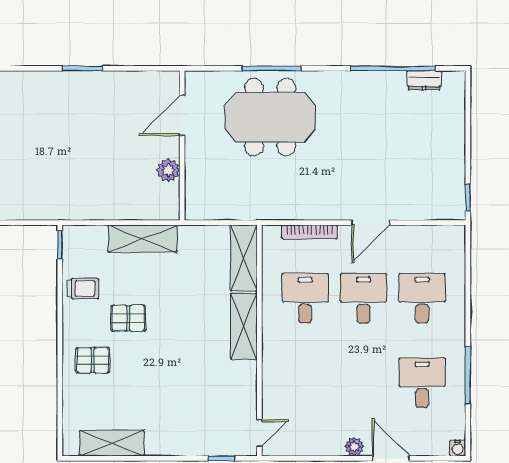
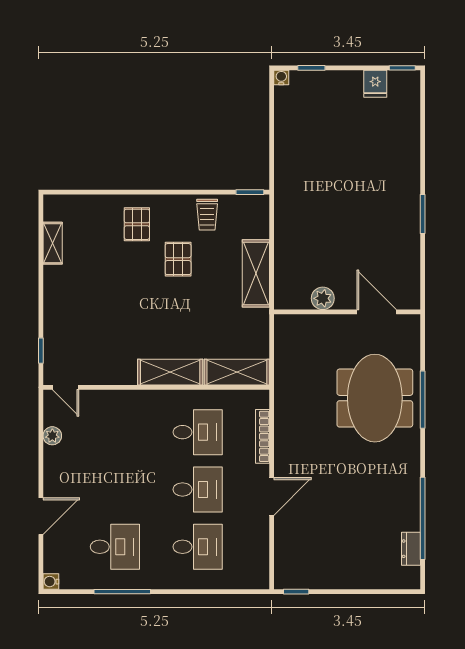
door: (371, 223) -> (272, 497), swing flipped
shelving: (112, 443) -> (53, 243), width x0.67, depth x0.75
plant: (354, 447) -> (52, 436), moved

